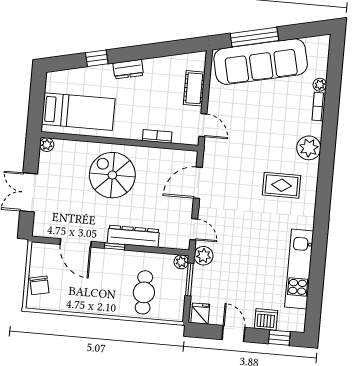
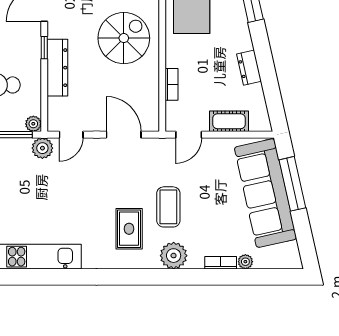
dresser: (128, 69) -> (249, 68), moved
coffee table: (265, 149) -> (168, 207), added

